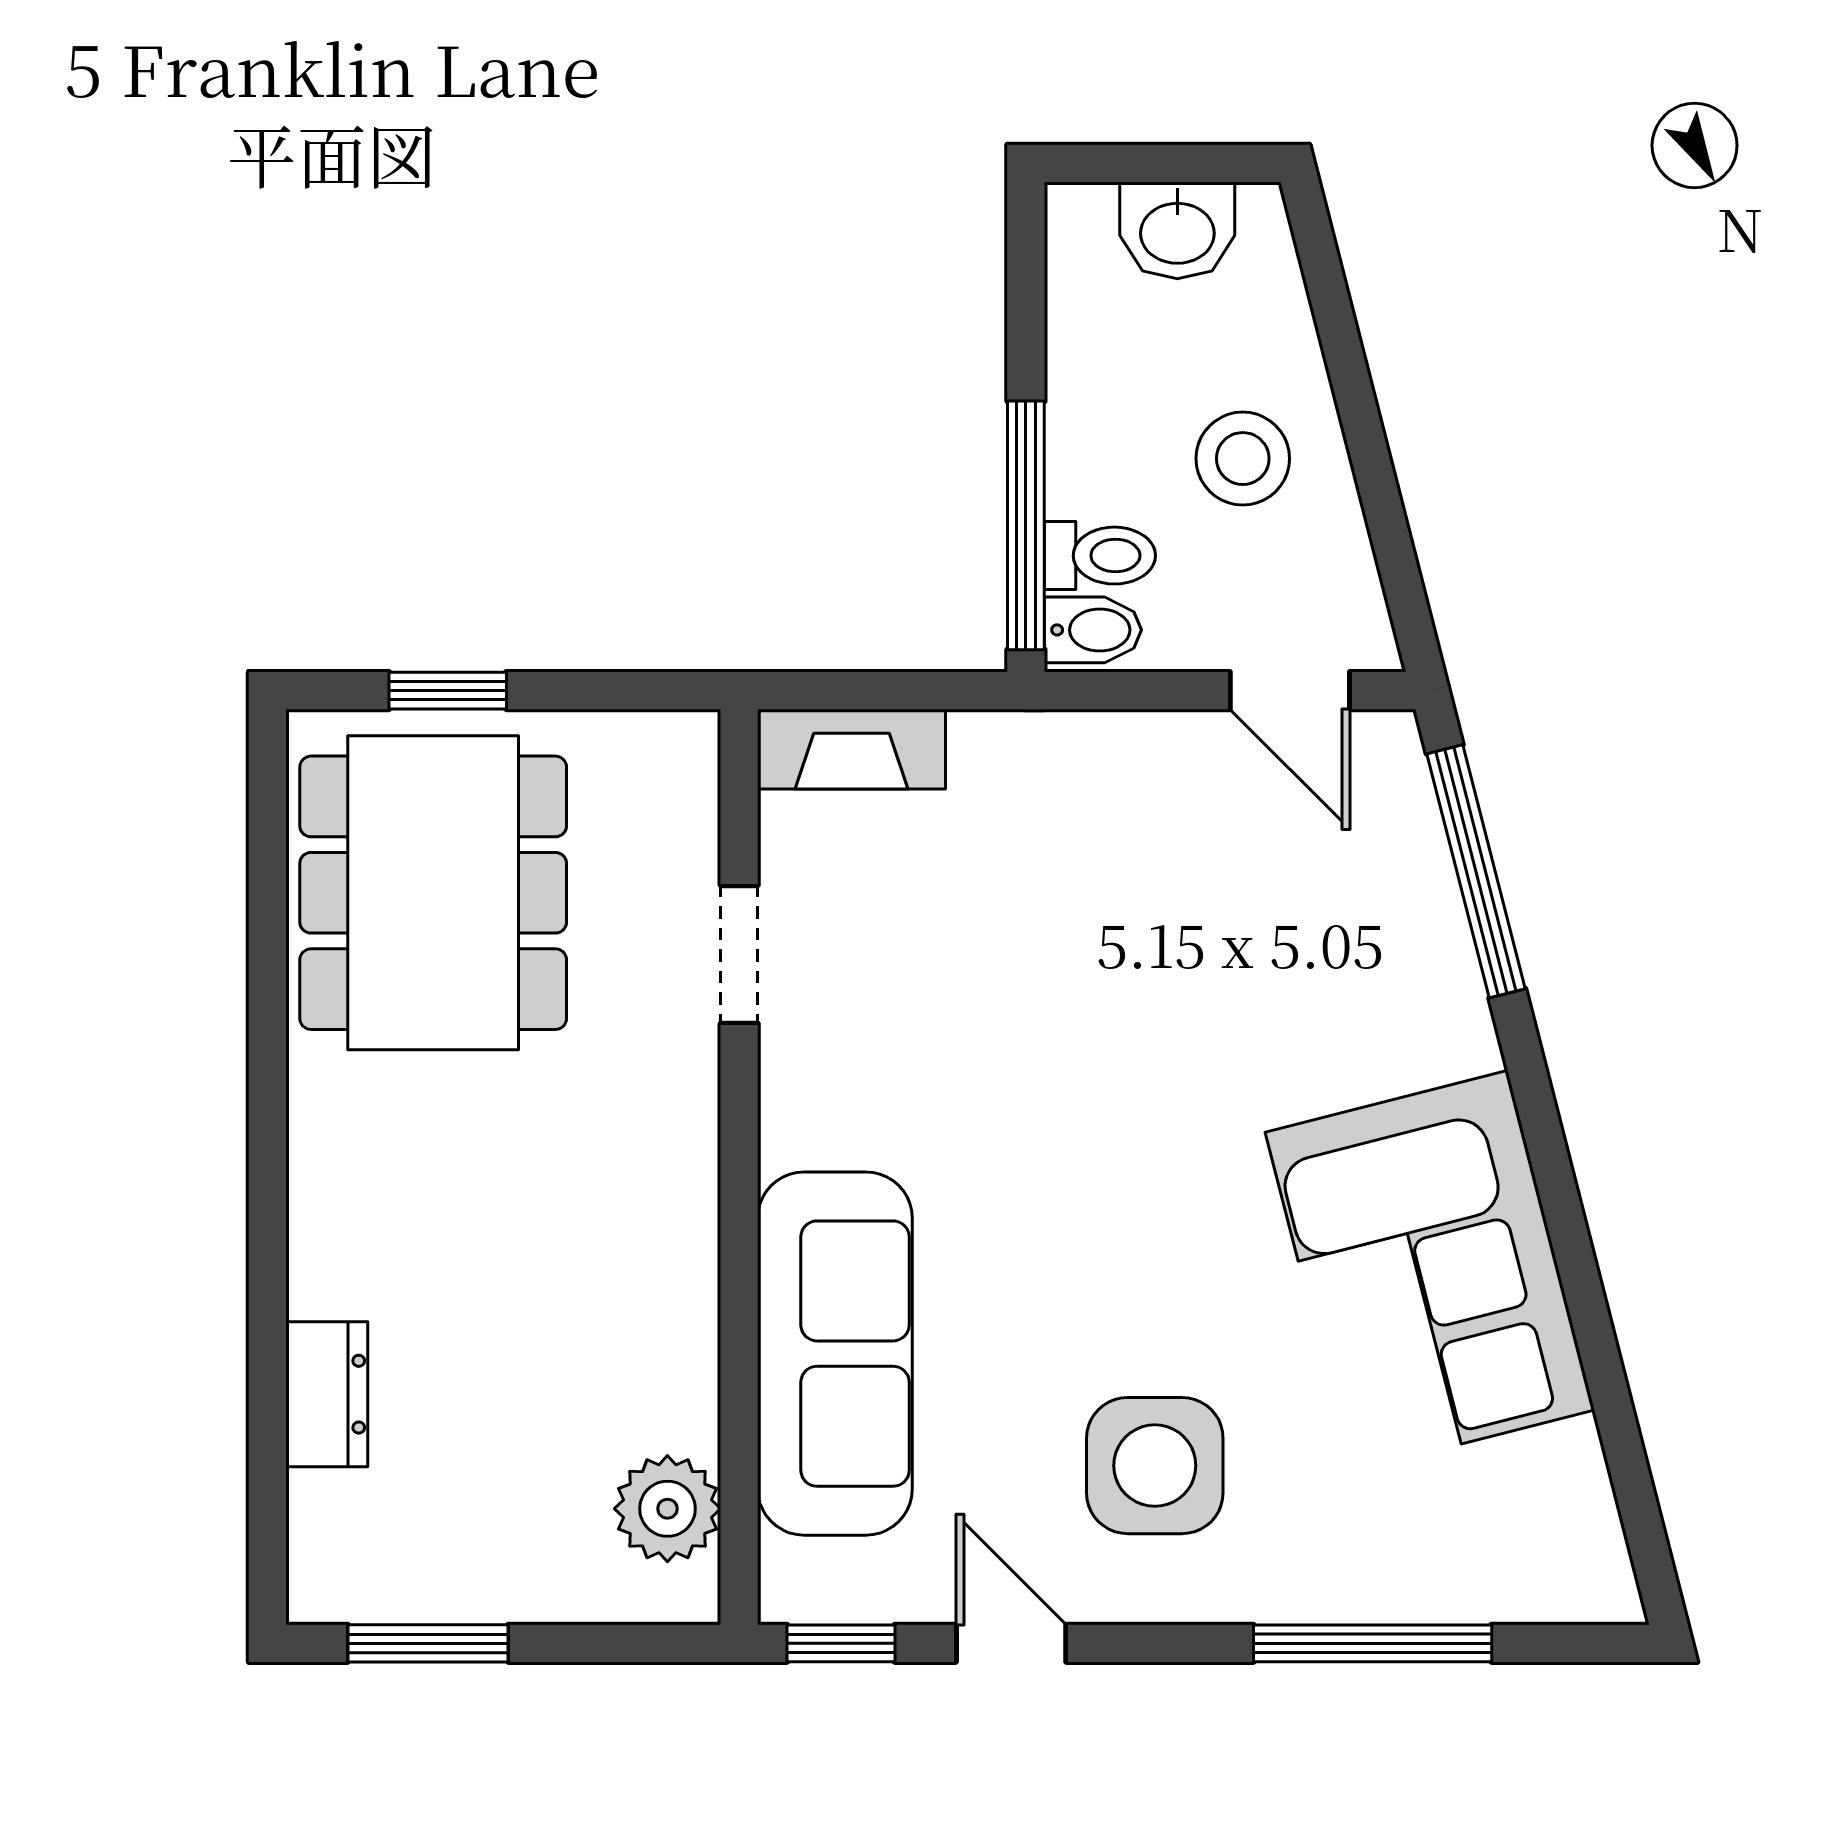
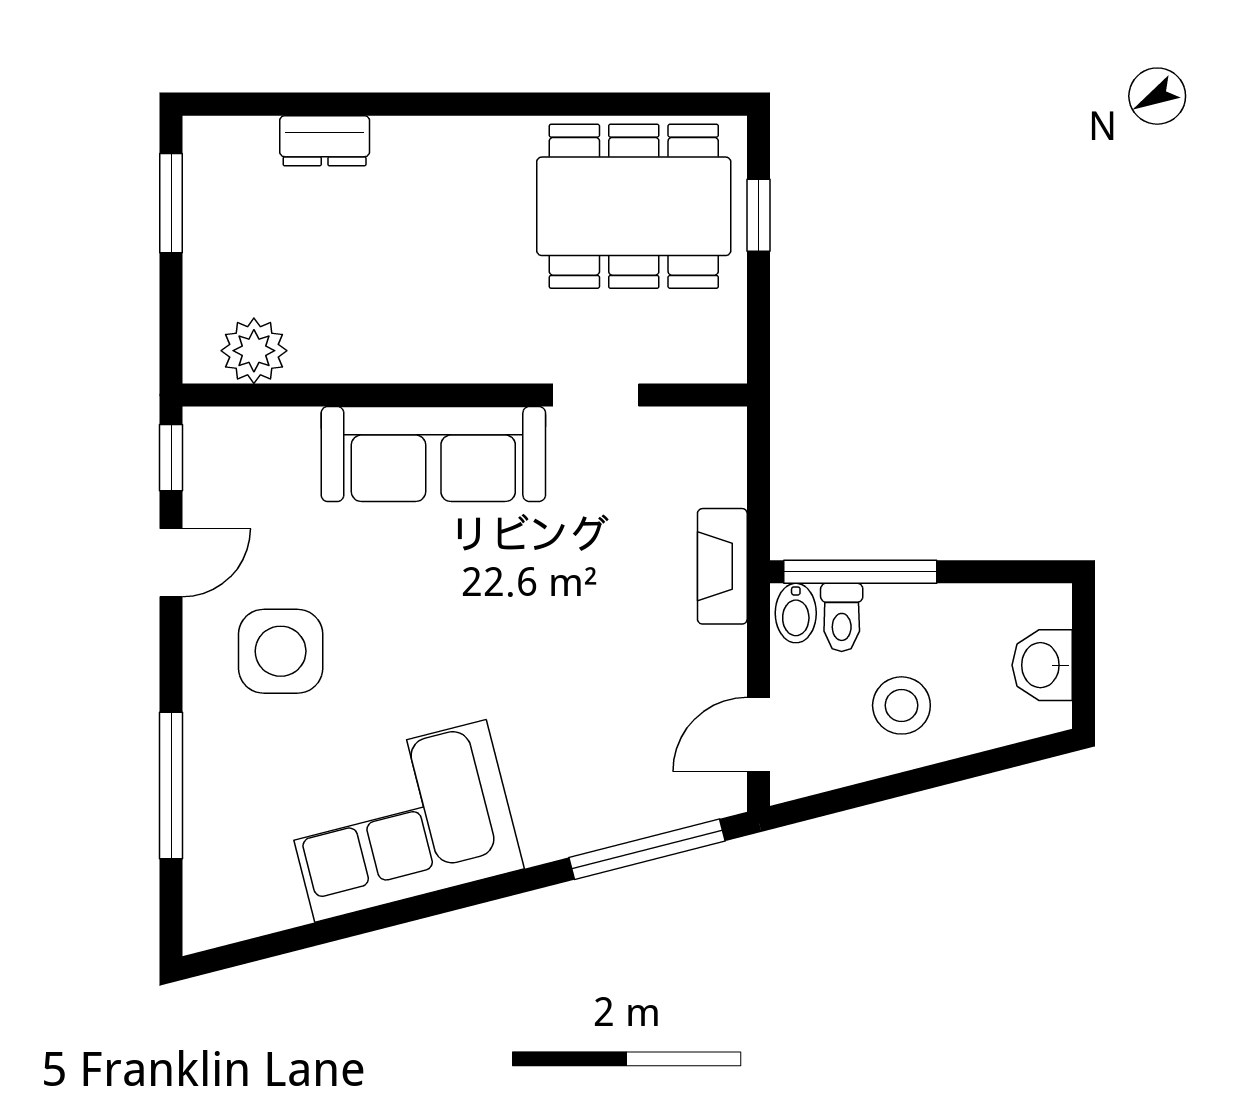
fireplace: (852, 749) -> (722, 566), moved
sofa: (835, 1354) -> (433, 454), moved

